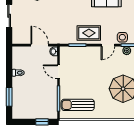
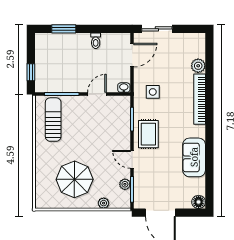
sliding door: (9, 16) -> (157, 29), moved
side table: (122, 37) -> (153, 92), moved
door: (40, 45) -> (132, 55), moved

